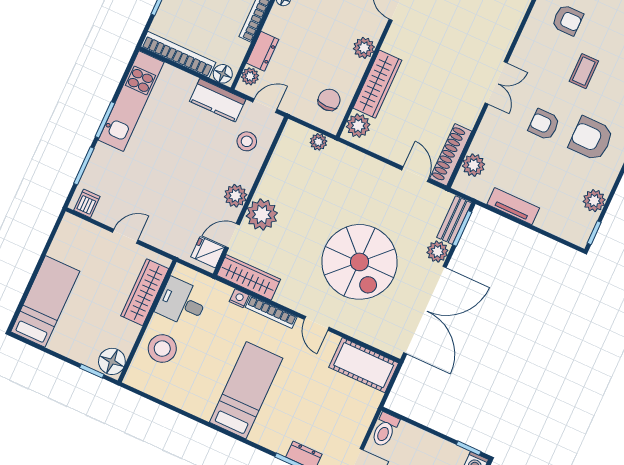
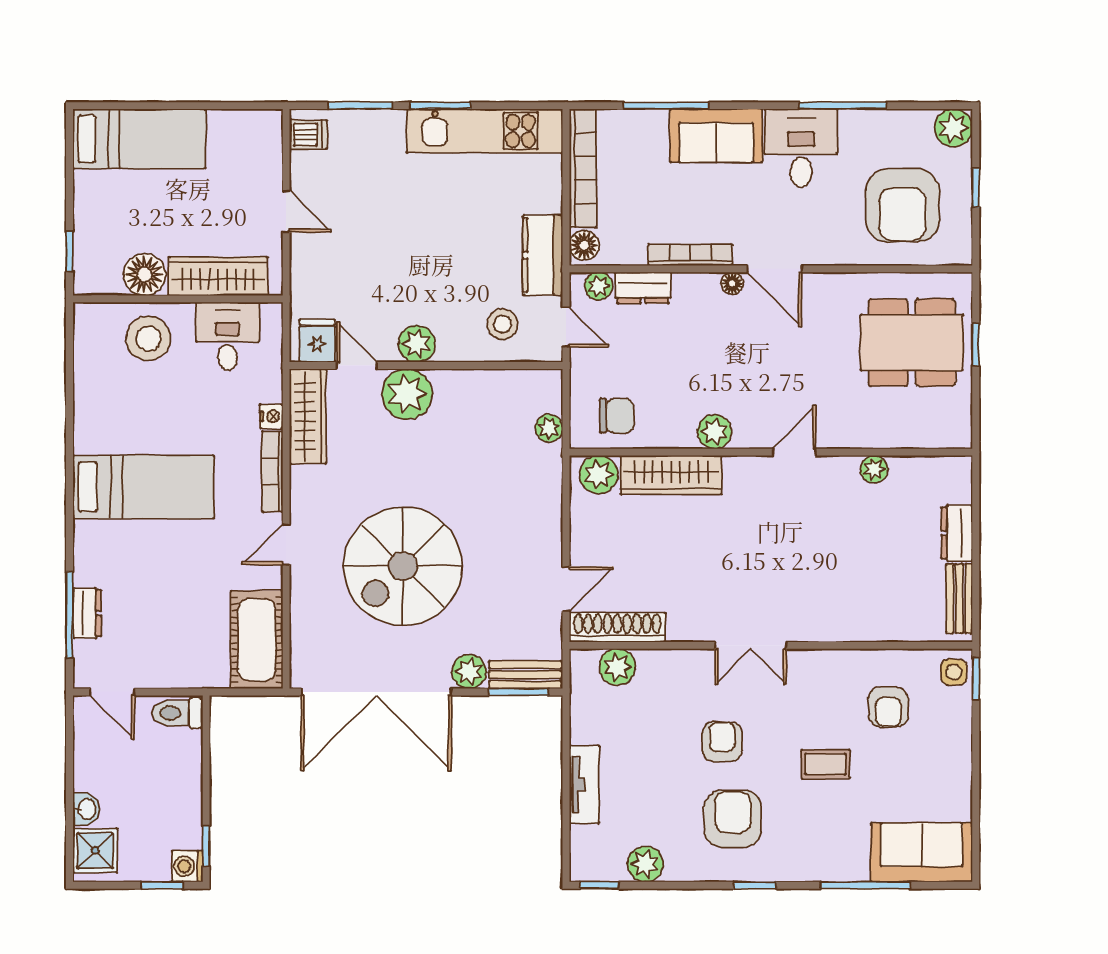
tv unit: (513, 206) -> (584, 784), moved
floor lamp: (112, 361) -> (144, 274), moved

